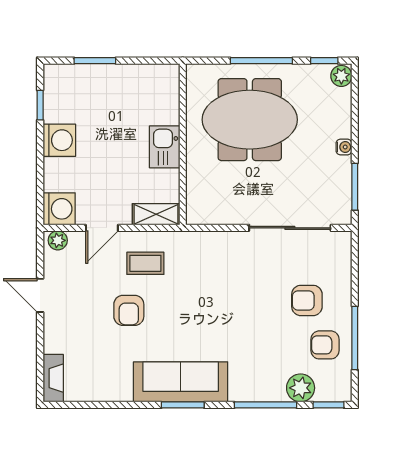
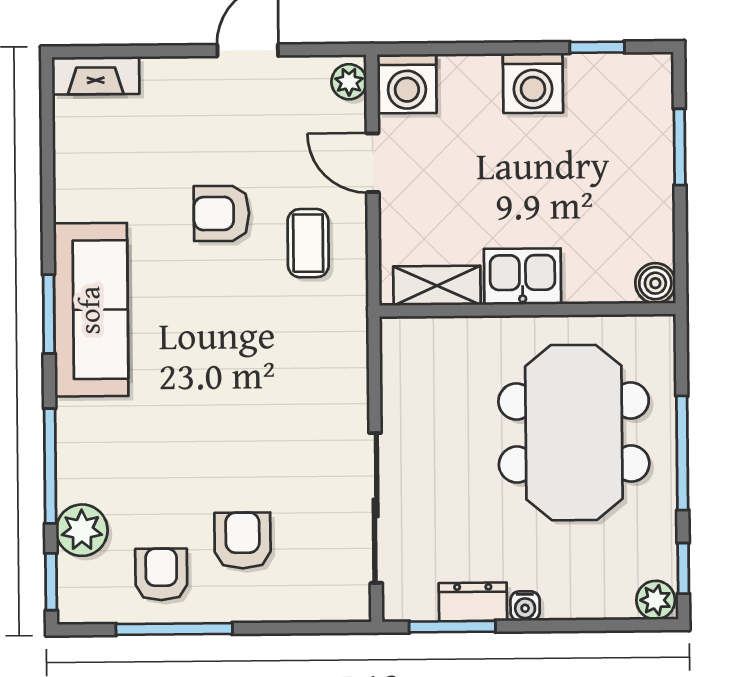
boiler: (169, 75) -> (655, 283), added
dresser: (341, 175) -> (473, 602), added
shelving: (156, 214) -> (437, 286), moved, turned 90

